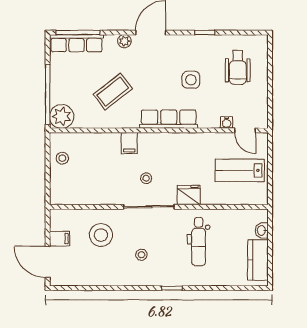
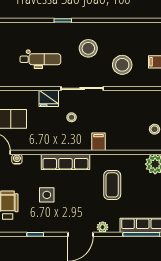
coffee table: (113, 92) -> (112, 185), turned -52
stool: (146, 178) -> (72, 117), moved
dental chair: (199, 242) -> (40, 59), turned 90
stool: (141, 255) -> (88, 48), width x1.89, depth x1.89

